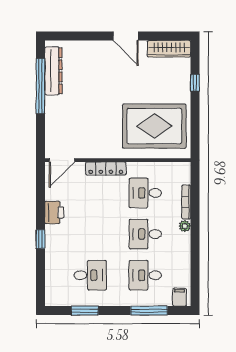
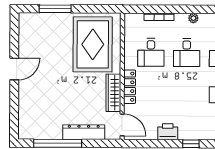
wardrobe: (169, 49) -> (113, 93), moved, turned 180
dresser: (53, 71) -> (84, 132), moved
window: (195, 83) -> (55, 9), width x2.17
plant: (185, 226) -> (193, 18), moved

